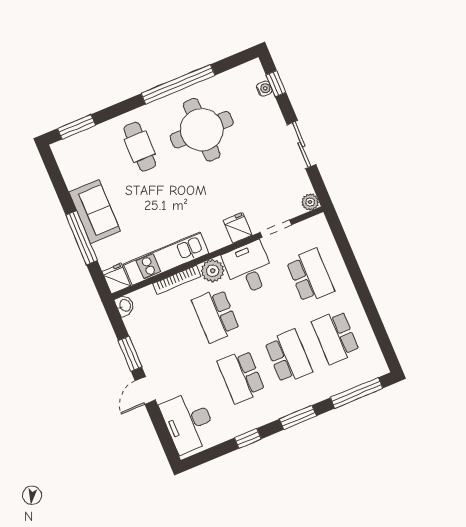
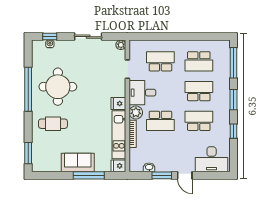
fridge: (238, 228) -> (118, 104), moved
washbasin: (125, 306) -> (149, 167), moved
school desk: (241, 376) -> (199, 121), turned 180

